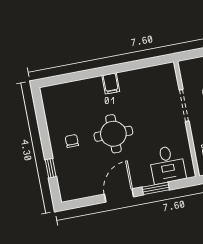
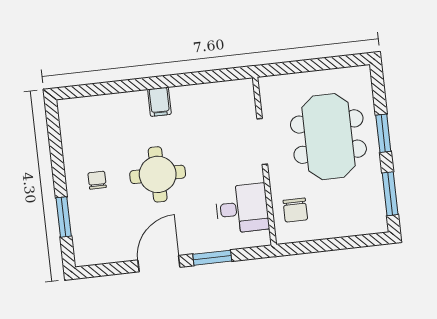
desk: (167, 164) -> (242, 208), moved, turned -90
window: (51, 168) -> (64, 217), width x1.50

